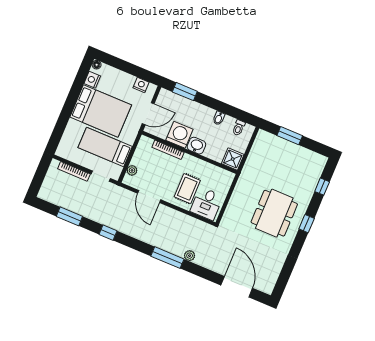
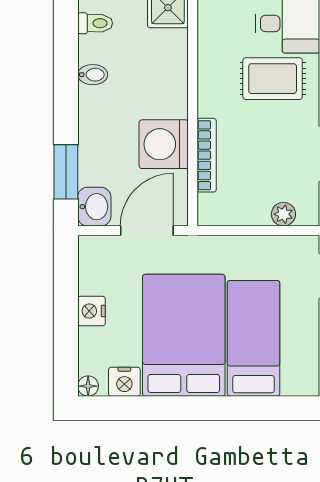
nightstand: (141, 85) -> (91, 311), moved
door: (148, 114) -> (147, 231), hinge flipped
washbasin: (196, 146) -> (94, 207), moved, turned 180
bed: (105, 147) -> (253, 338), moved, turned 180

